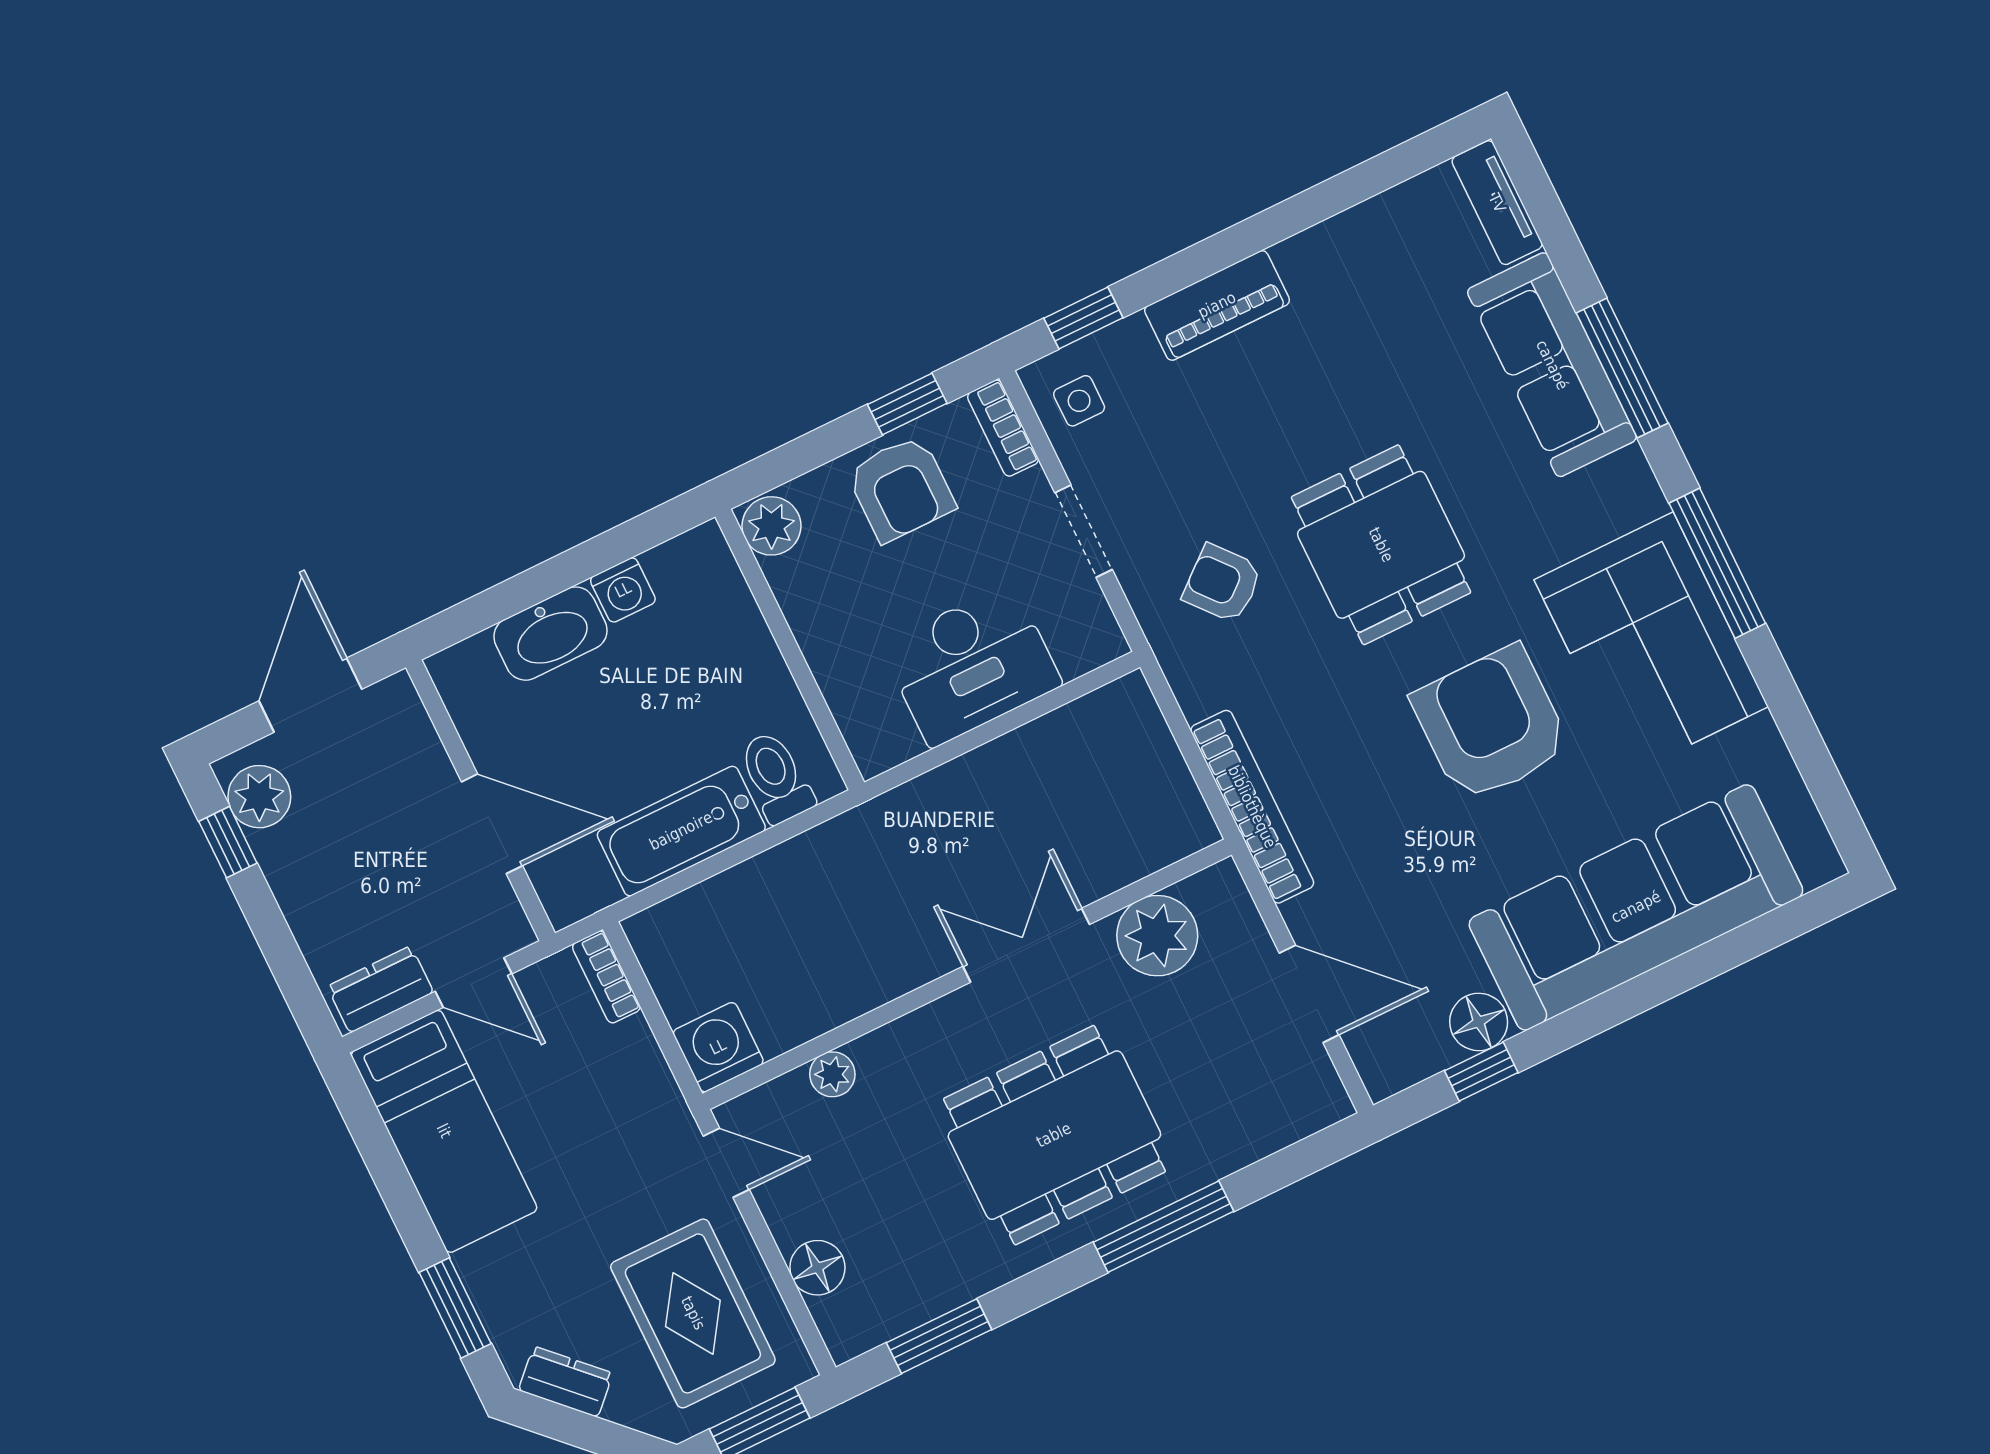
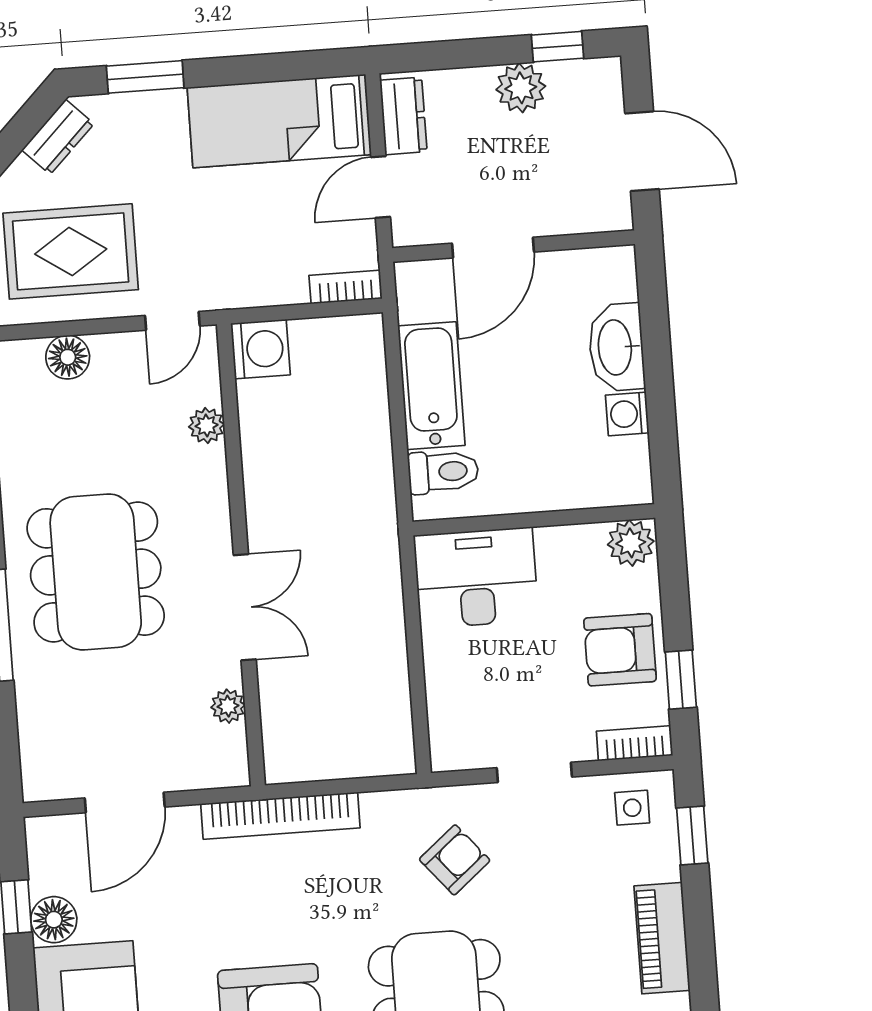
desk: (971, 665) -> (476, 578), moved, turned 90
plant: (259, 797) -> (521, 88), moved
plant: (1157, 936) -> (228, 706), width x0.53, depth x0.53

